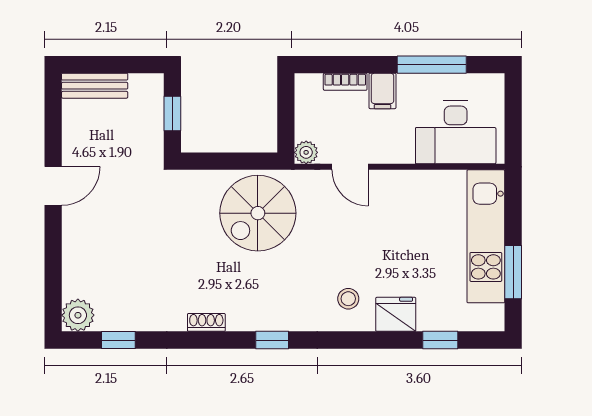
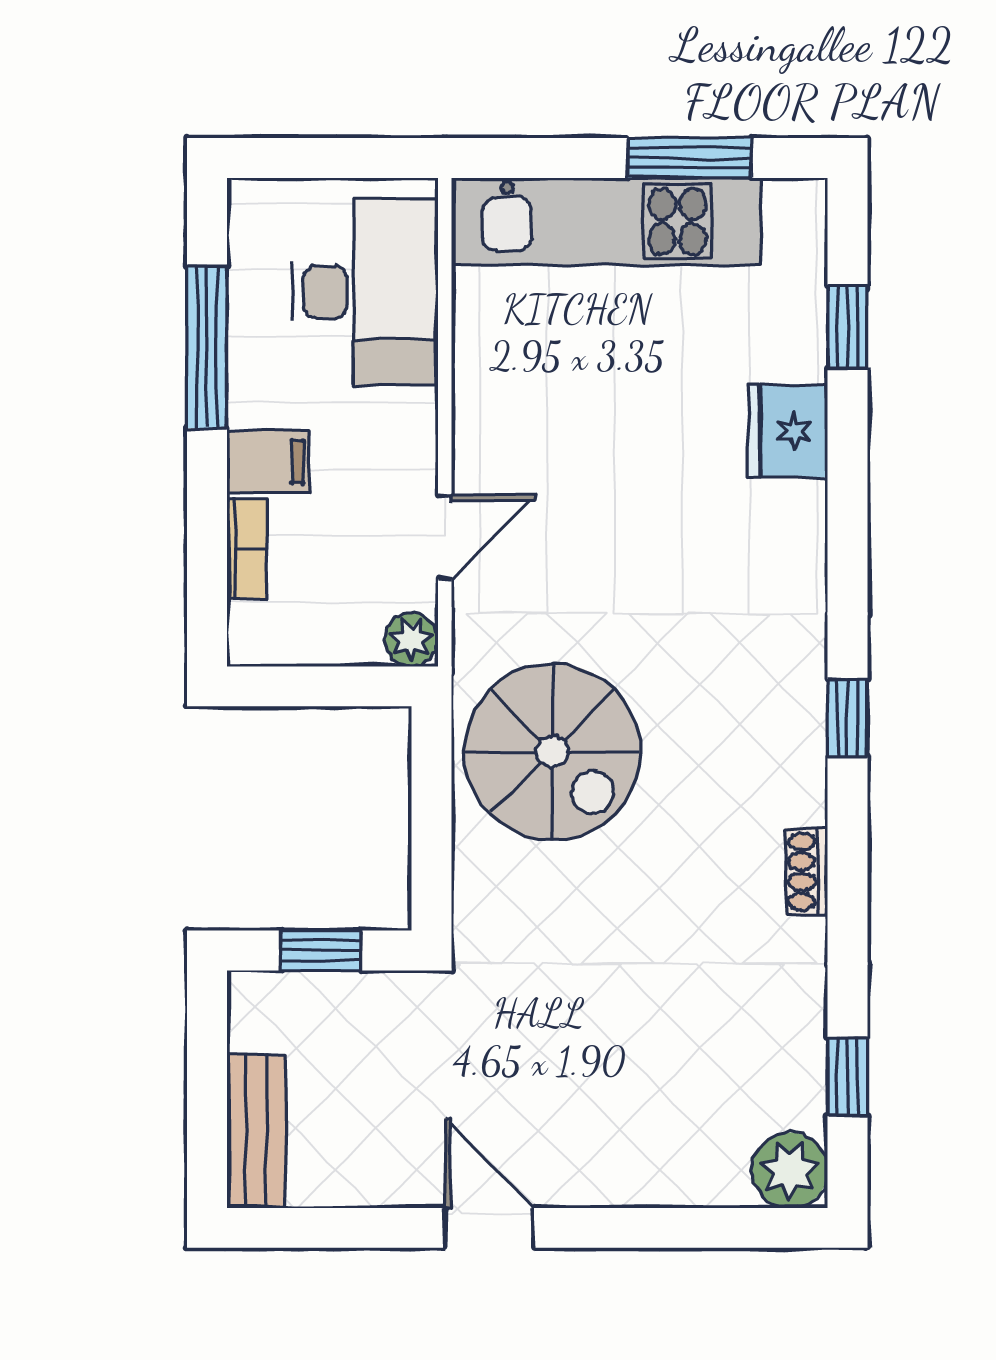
stool: (348, 299) -> (752, 541), removed

